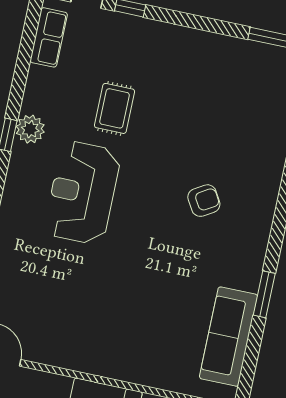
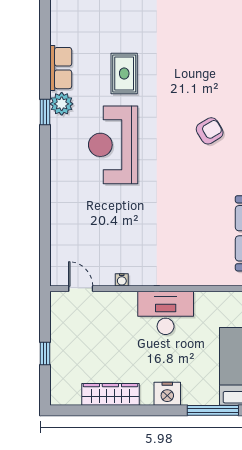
row of seats: (49, 37) -> (61, 68), moved
water cooler: (58, 360) -> (122, 280), added

